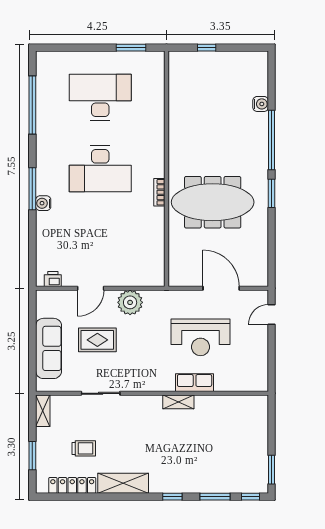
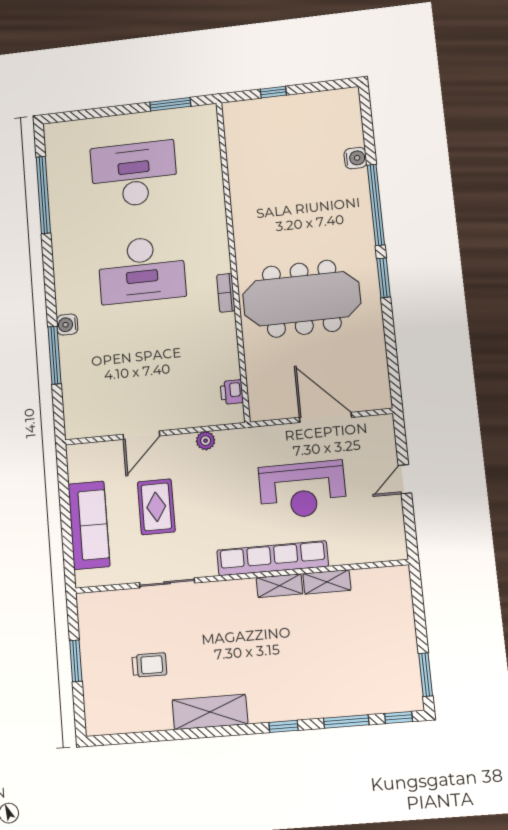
window: (32, 189) -> (55, 355), moved
printer: (53, 279) -> (232, 392), moved, turned -90
plant: (130, 302) -> (206, 441), width x0.53, depth x0.53
door: (272, 315) -> (405, 479), moved
rug: (97, 340) -> (156, 507), turned 90
row of seats: (195, 383) -> (273, 558), width x2.02
shelving: (43, 411) -> (327, 582), moved, turned 90
window: (32, 456) -> (76, 661), moved
locker: (72, 485) -> (137, 721), removed

